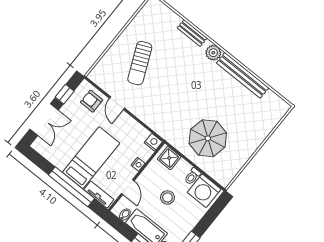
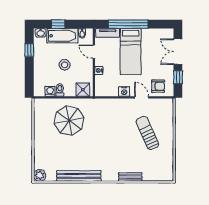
plant: (213, 53) -> (40, 175), moved
nightstand: (153, 142) -> (124, 91), moved
washing machine: (204, 191) -> (50, 91), width x0.53, depth x0.53

